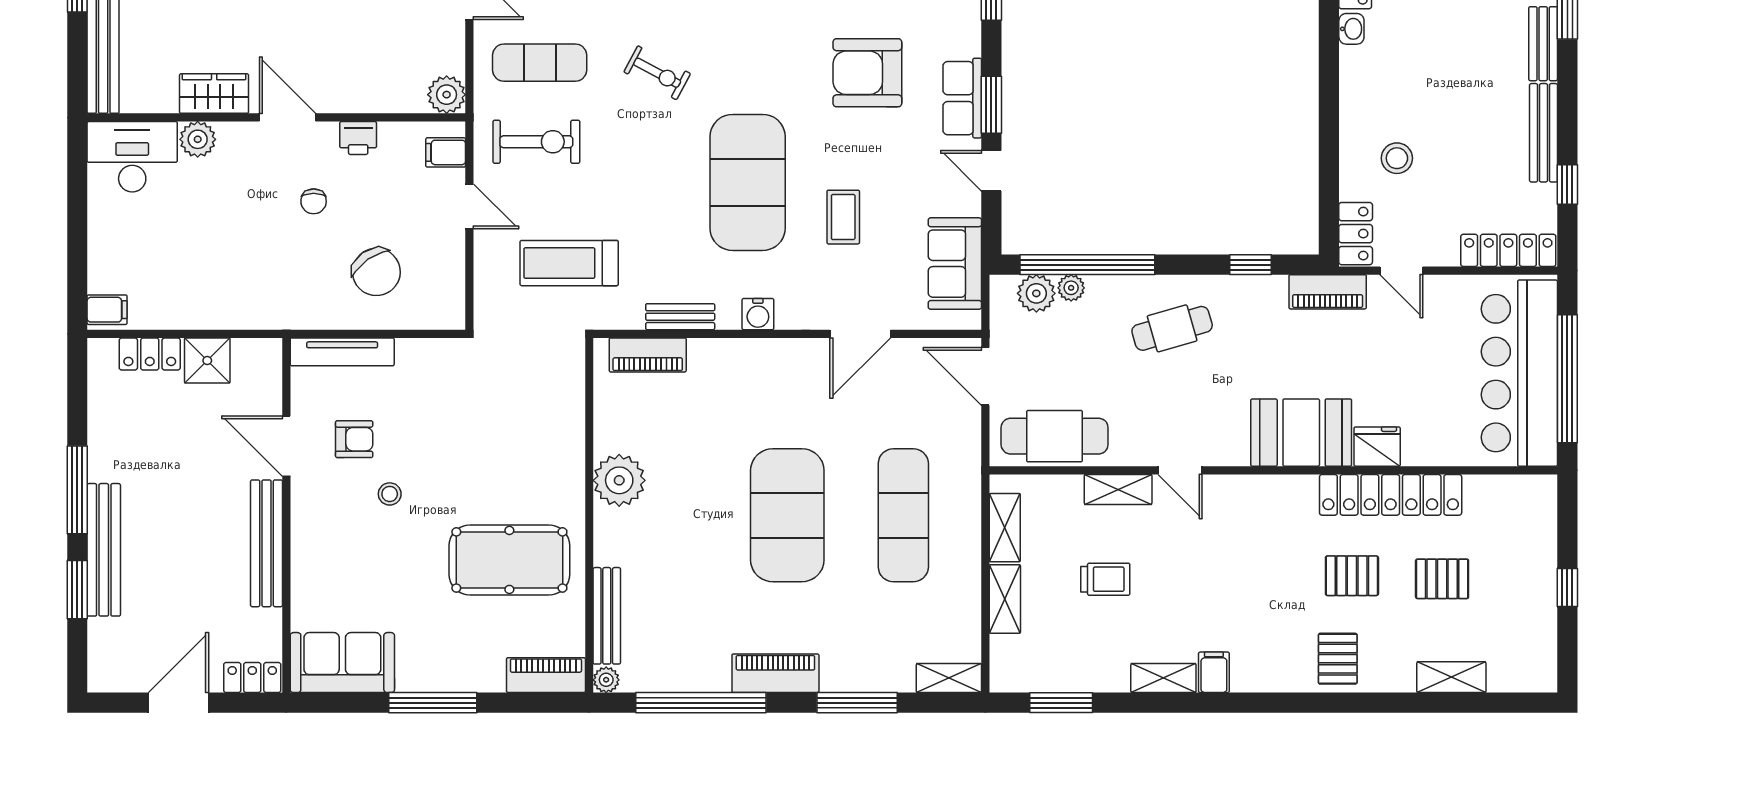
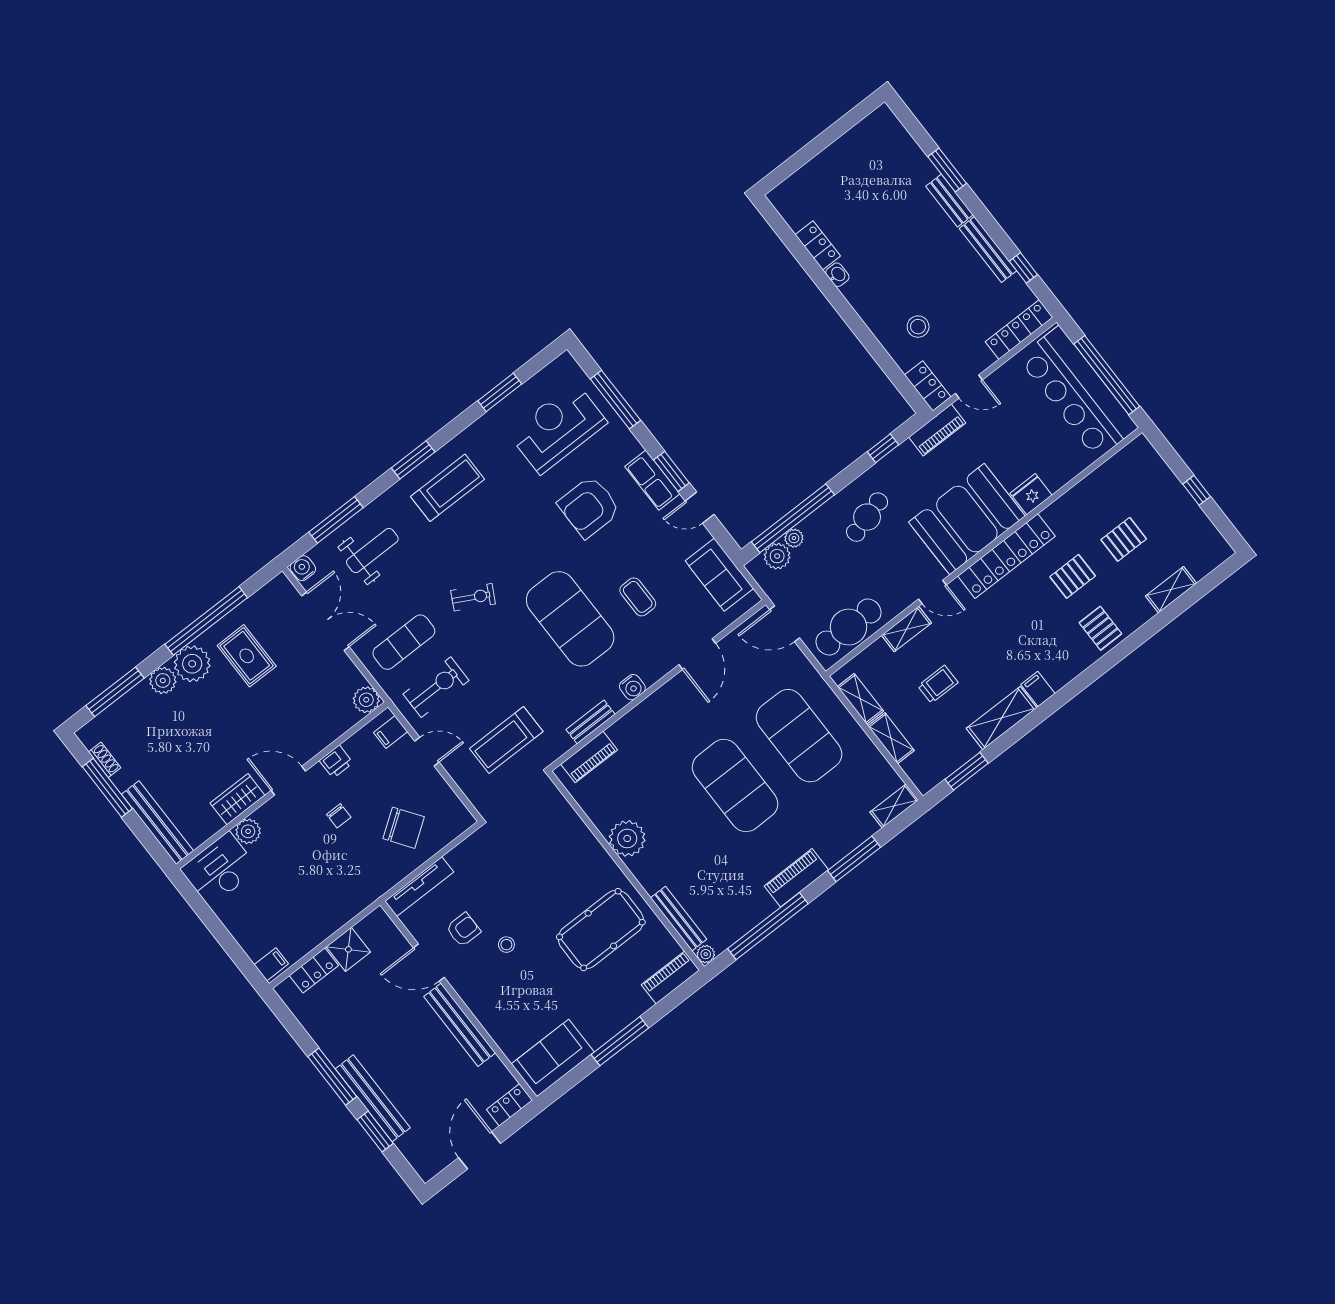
booth: (1301, 433) -> (967, 519), width x1.36, depth x1.42
locker: (1391, 495) -> (1006, 556), moved
exercise mat: (903, 515) -> (799, 736), width x1.47
shelving: (1163, 678) -> (1001, 718), width x1.50, depth x1.33

